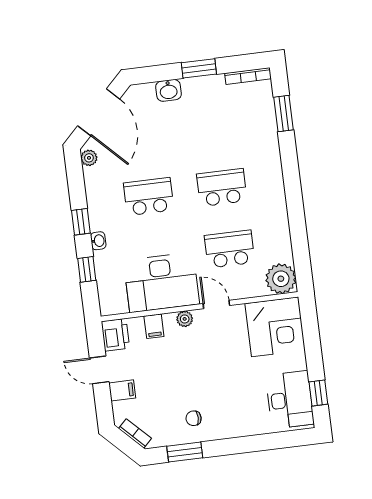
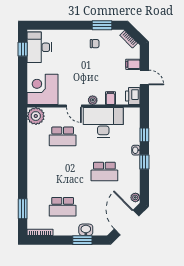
window: (199, 68) -> (82, 240), moved
school desk: (222, 187) -> (63, 207), moved

